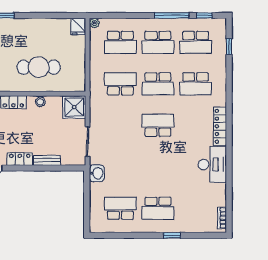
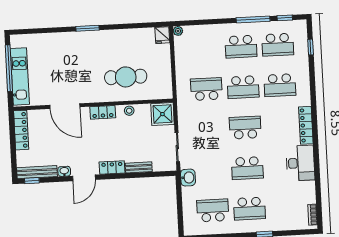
school desk: (120, 42) -> (247, 168), moved

